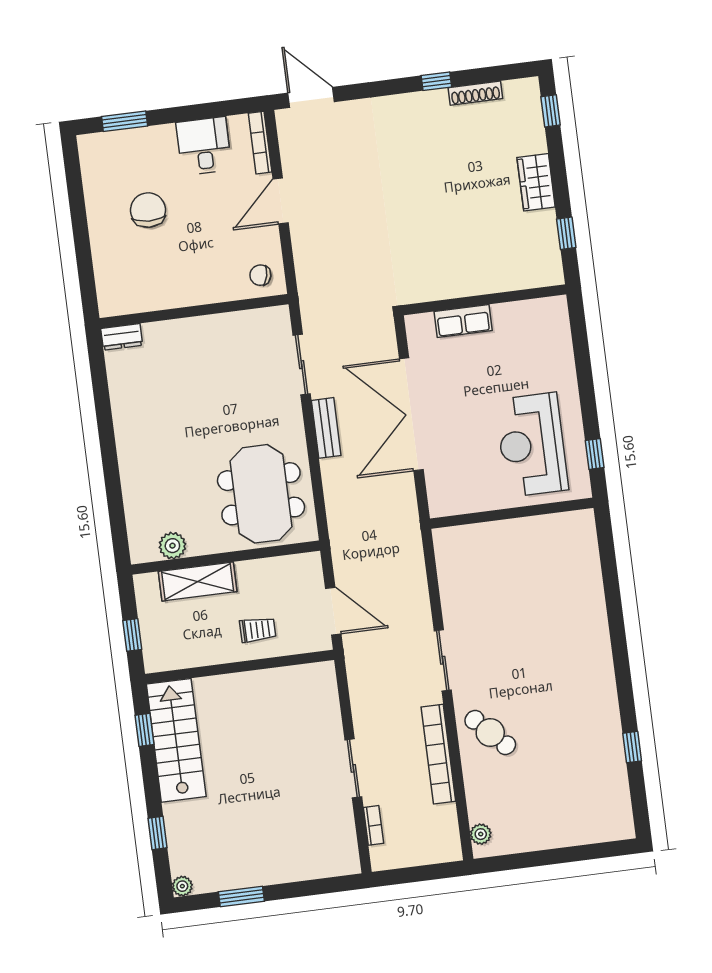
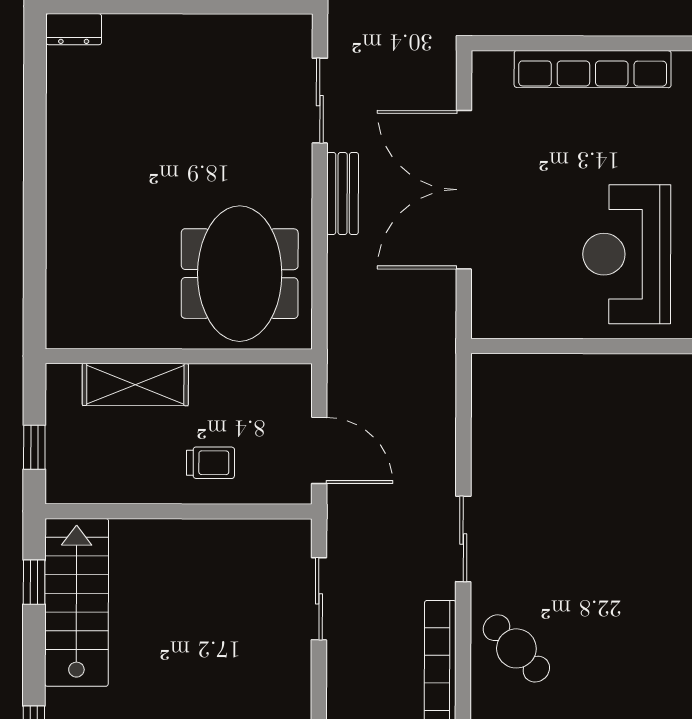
row of seats: (463, 321) -> (593, 69), width x2.02
plant: (172, 546) -> (107, 330), removed
sliding door: (353, 768) -> (319, 599), moved

